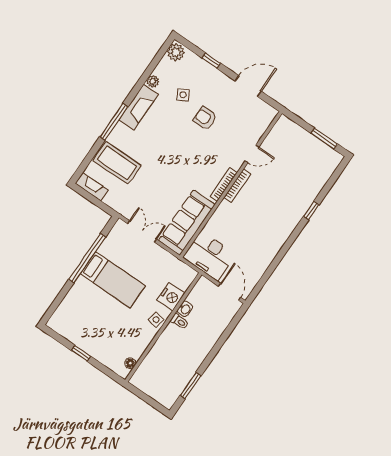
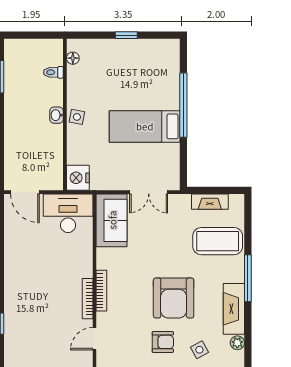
armchair: (176, 144) -> (174, 298), added
fireplace: (92, 187) -> (210, 202), moved
sofa: (187, 223) -> (112, 220), width x0.73
window: (87, 258) -> (183, 105), moved
nightstand: (171, 297) -> (78, 178), moved
washbasin: (185, 309) -> (57, 115), moved
toilet: (179, 321) -> (53, 72), moved

